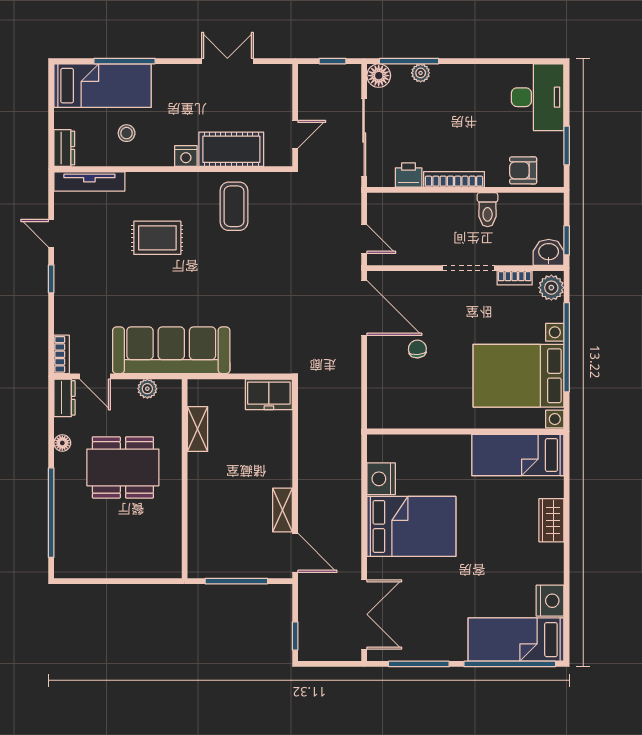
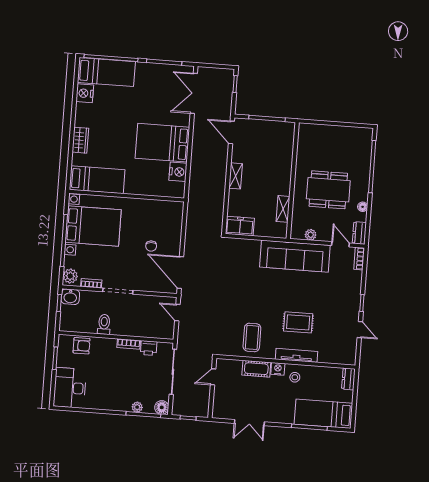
stool: (127, 133) -> (295, 377), moved
cot: (231, 149) -> (256, 369), width x0.73, depth x0.75
bookcase: (454, 179) -> (129, 344), width x0.64
tv unit: (89, 182) -> (297, 355), moved
shelving: (283, 510) -> (236, 176), moved

